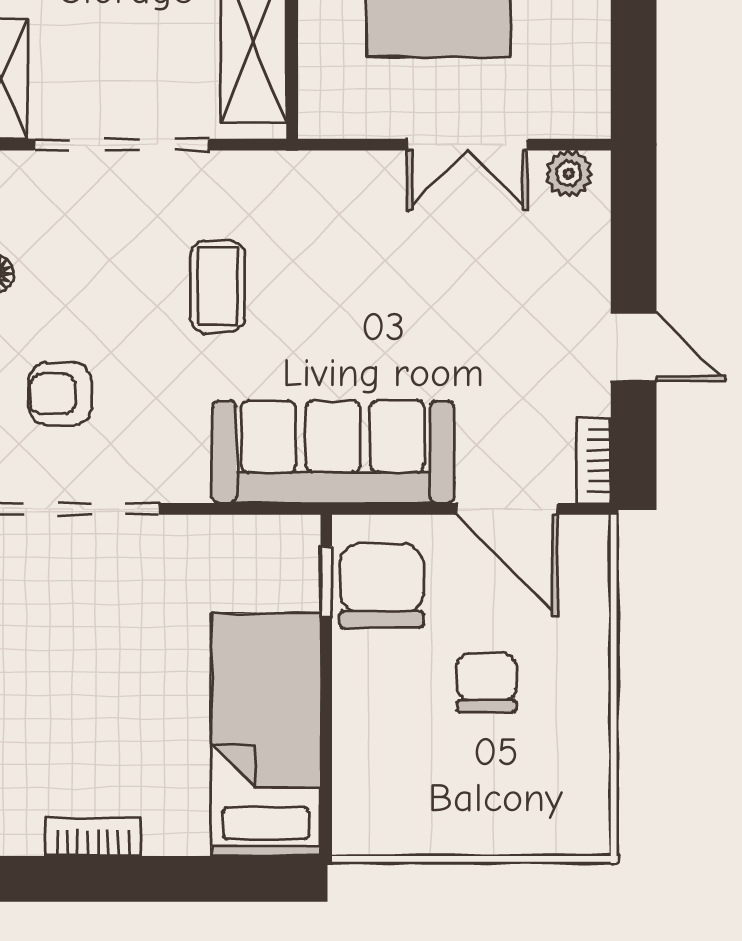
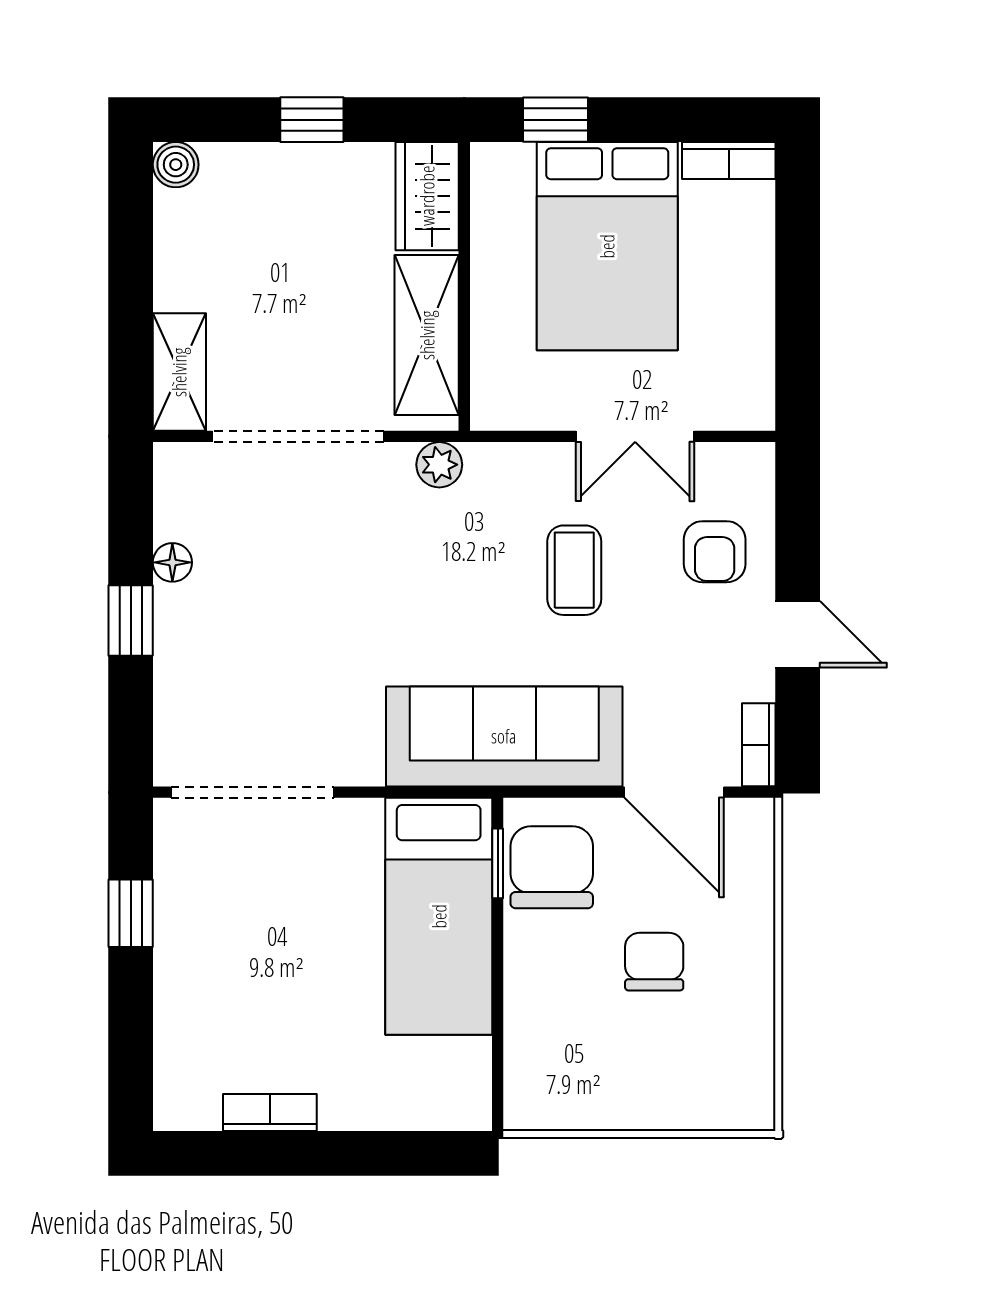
plant: (569, 174) -> (439, 465), moved
coffee table: (218, 286) -> (574, 570), moved
armchair: (60, 394) -> (715, 552), moved, turned -90
bed: (266, 735) -> (439, 916), moved, turned 180

